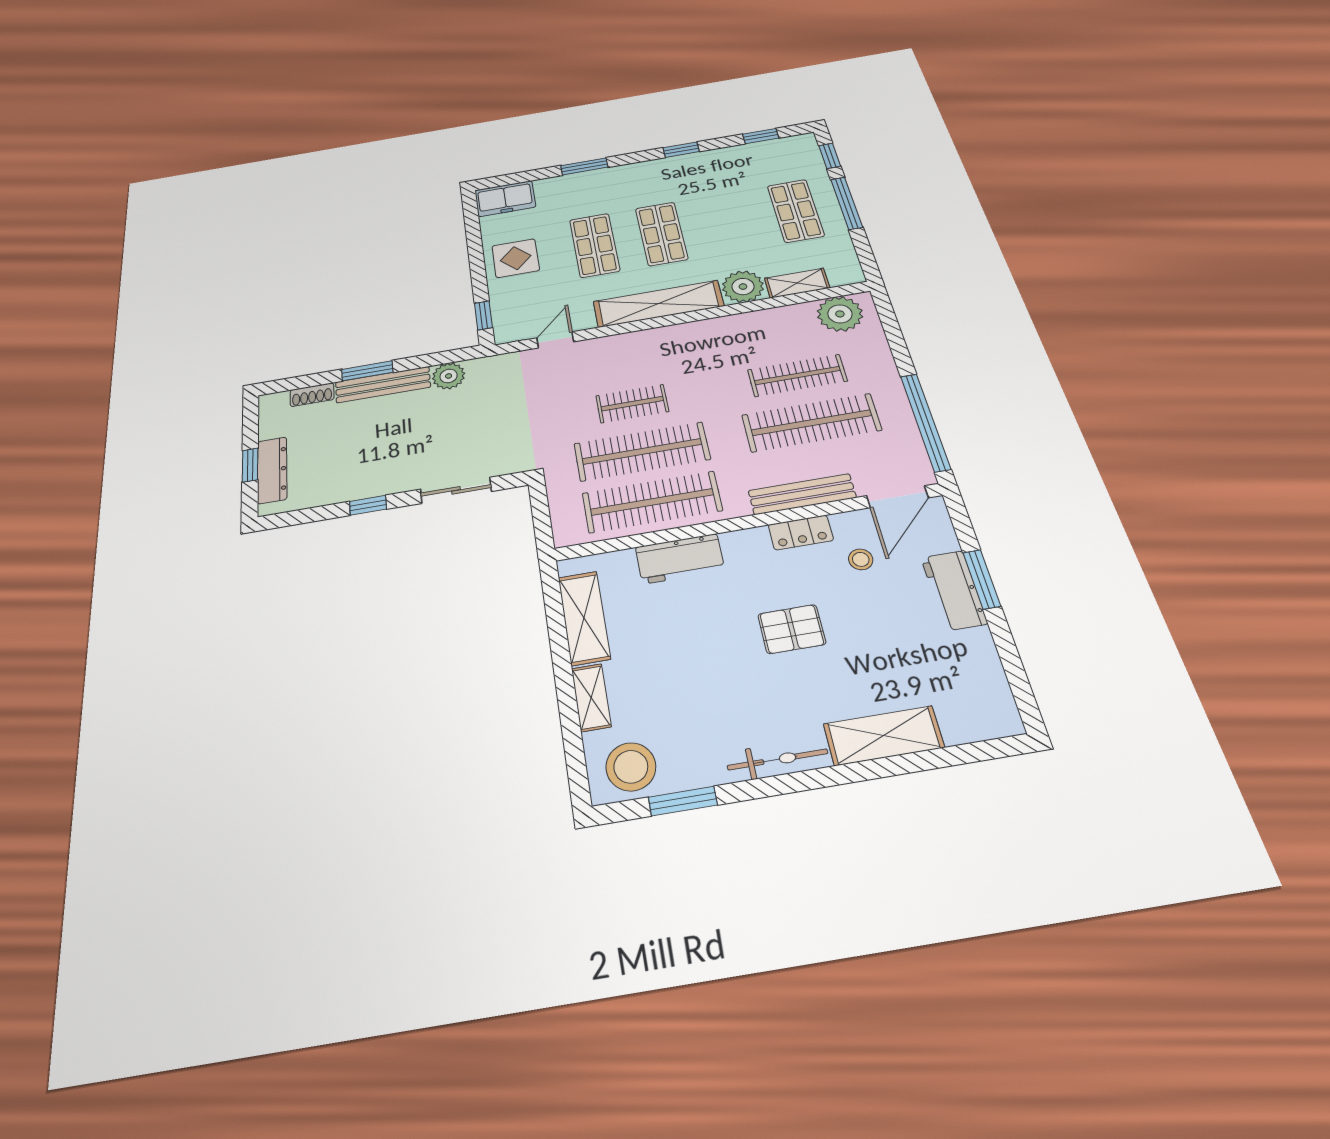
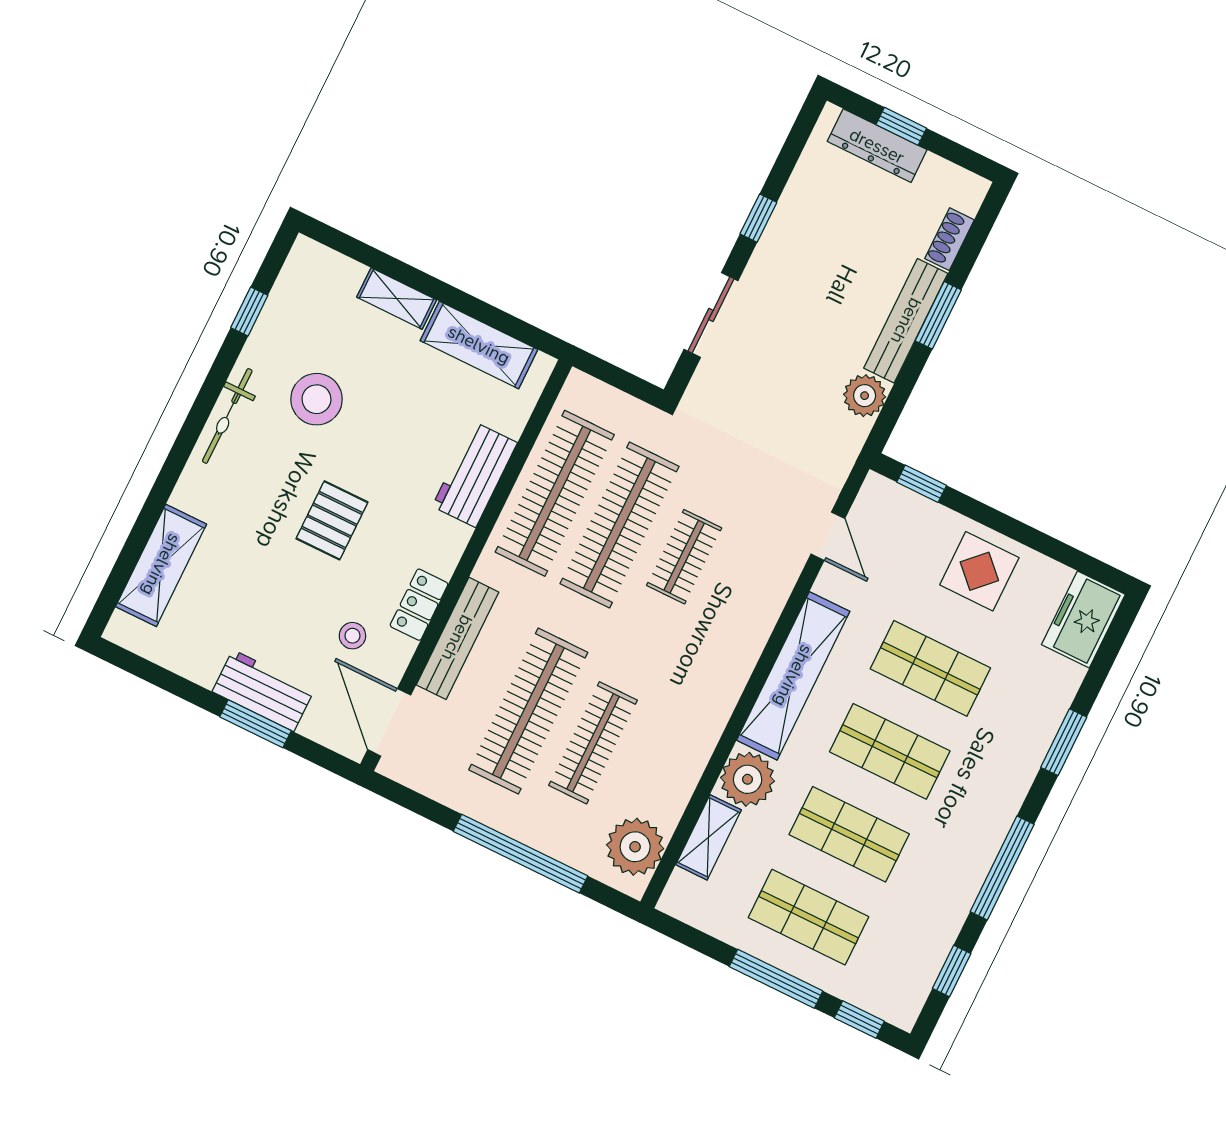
window: (681, 150) -> (1002, 868), width x2.17
shop shelf: (729, 222) -> (849, 834), added
window: (925, 422) -> (521, 854), moved
shelving: (884, 736) -> (161, 565), moved
stool: (631, 767) -> (316, 399), moved
window: (683, 801) -> (249, 311), width x0.67

